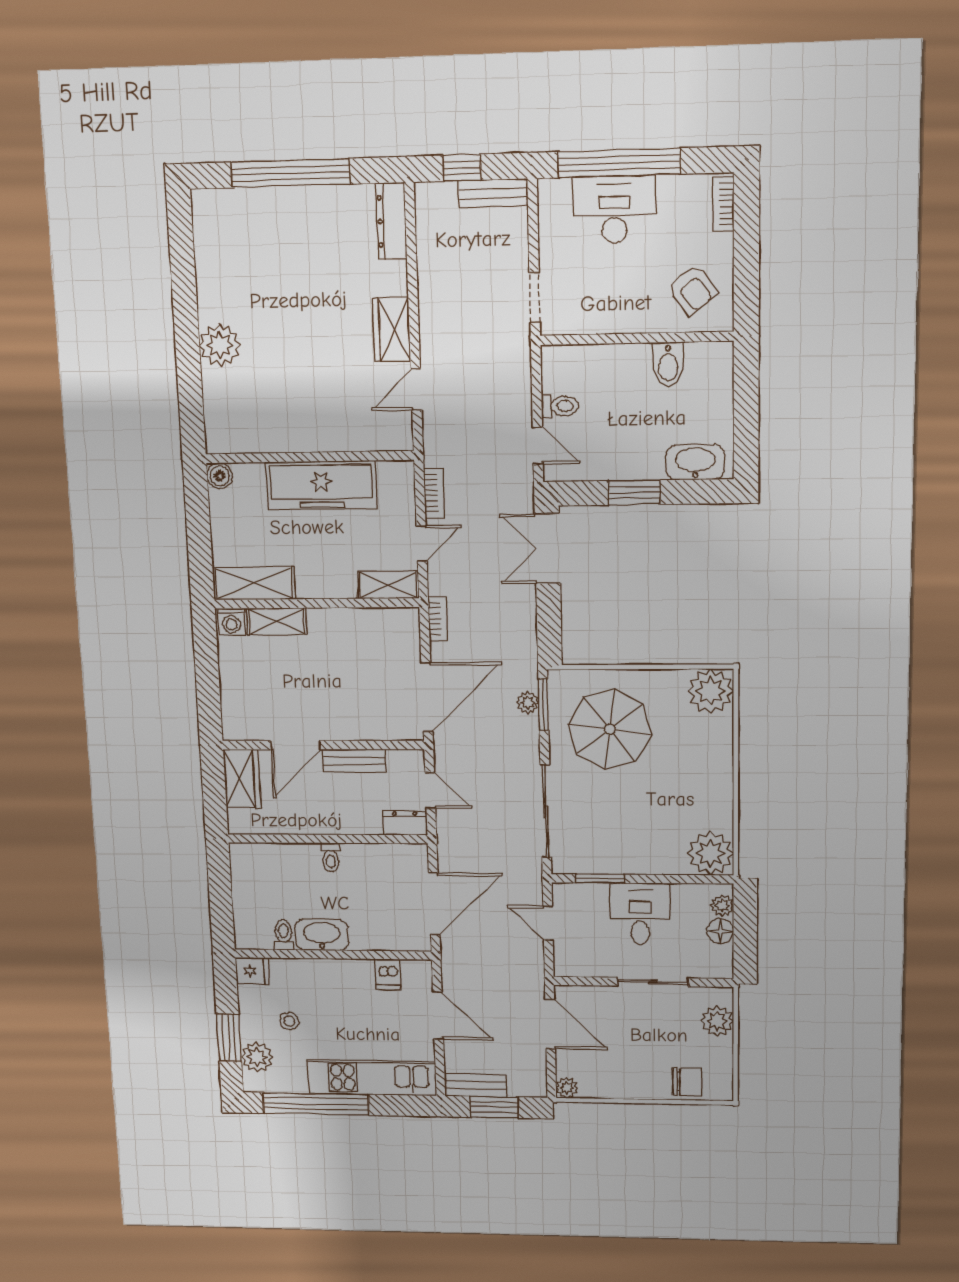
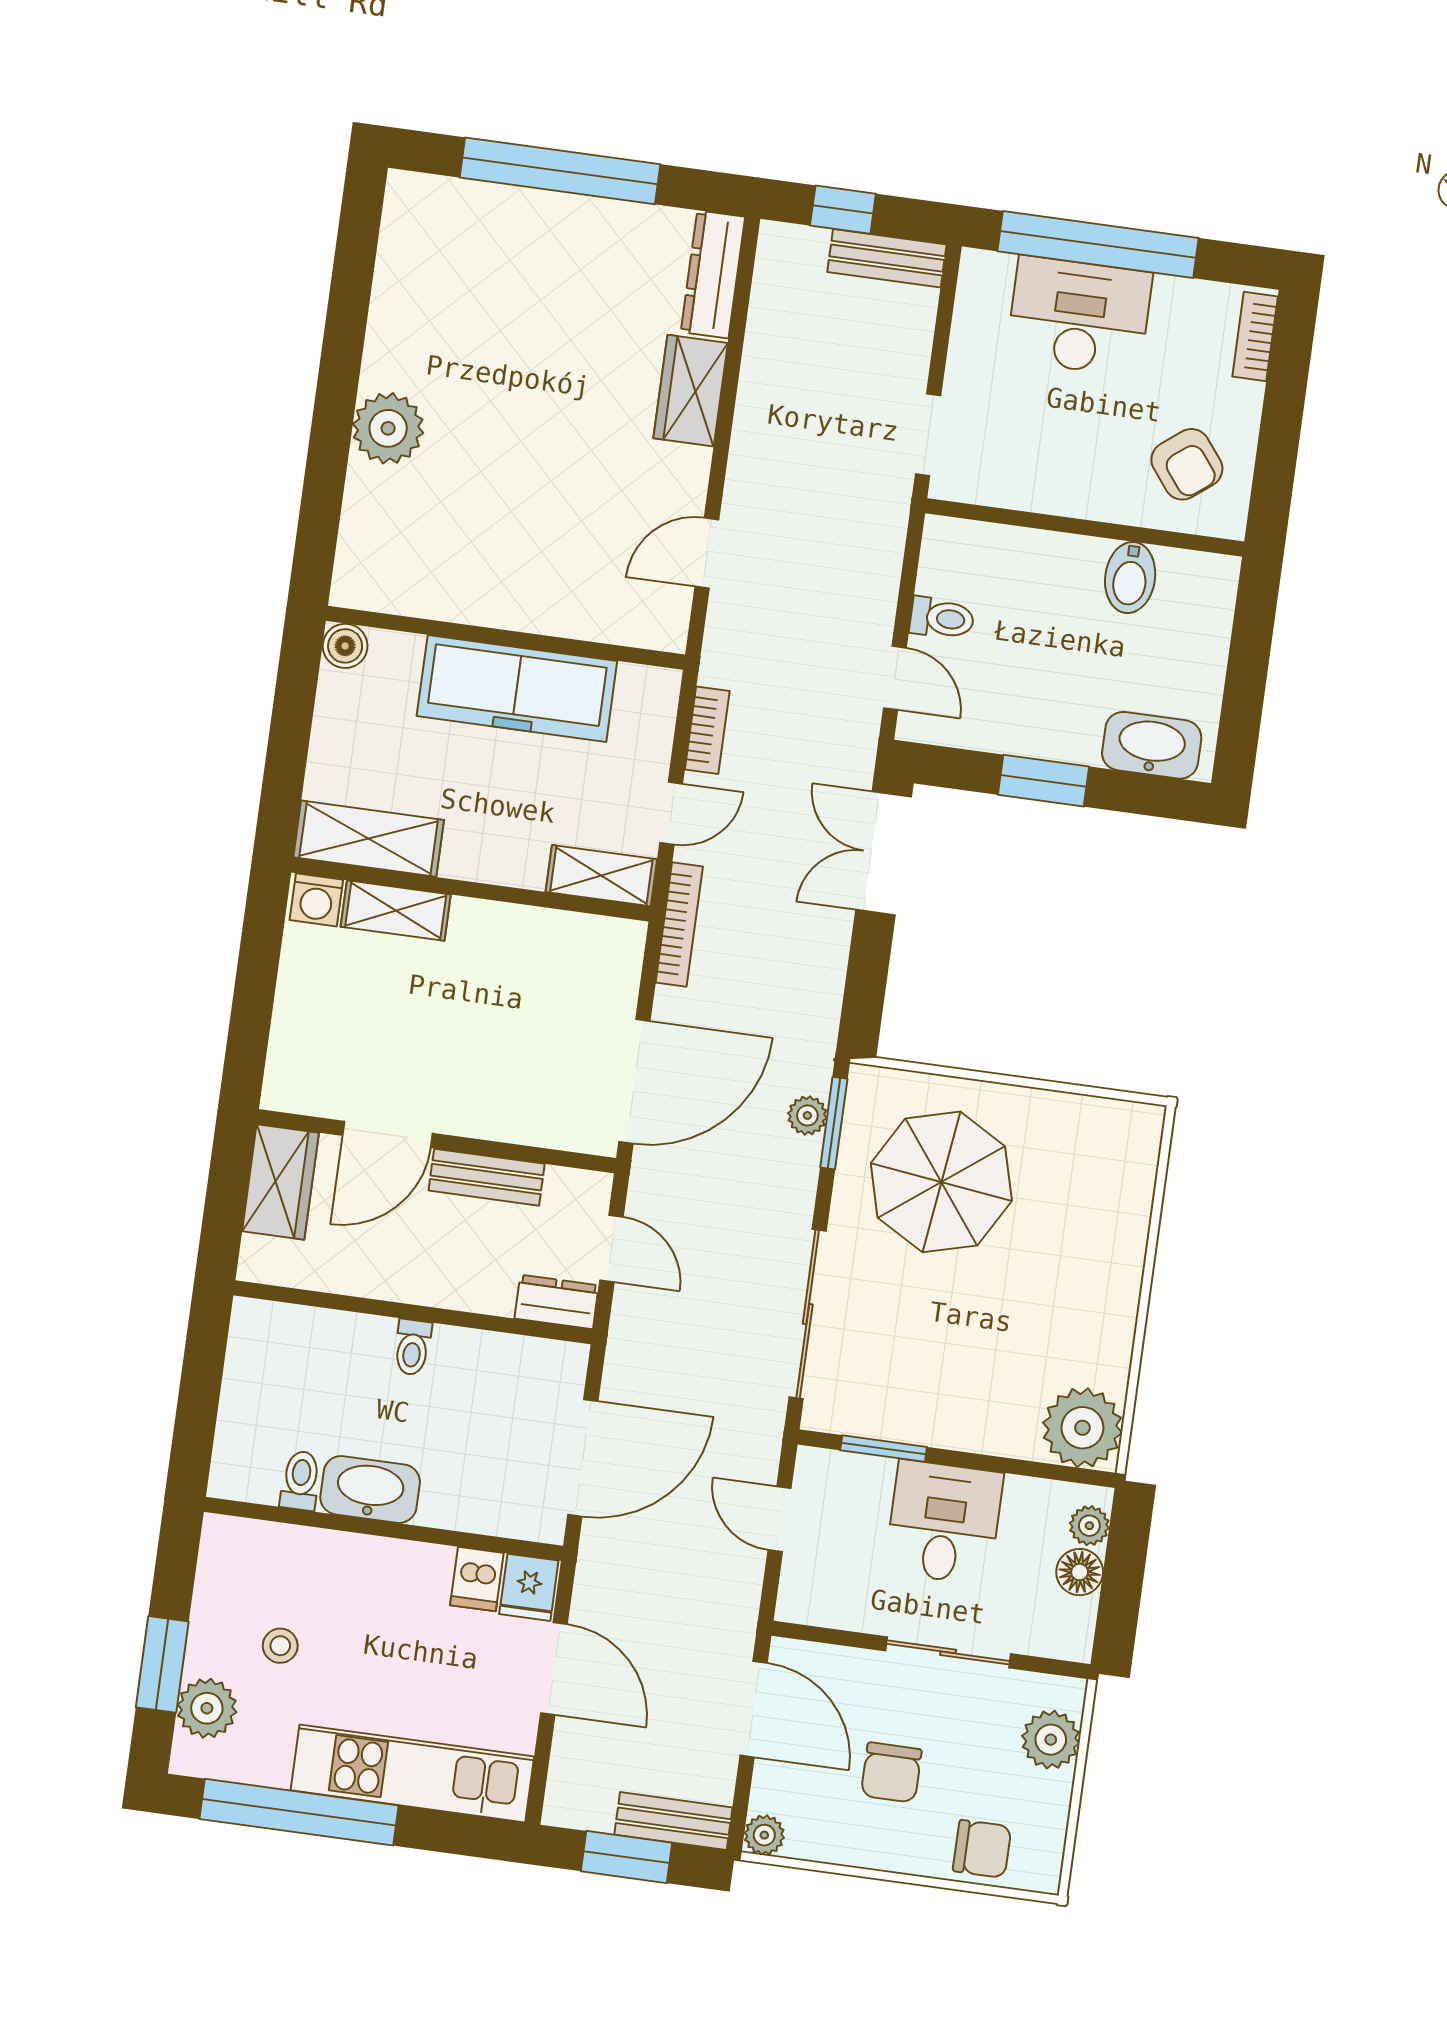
wardrobe: (392, 329) -> (691, 391), moved
bookcase: (438, 619) -> (679, 925), width x1.56
plant: (711, 691) -> (1123, 1139), removed
fridge: (252, 971) -> (529, 1587), moved, turned 90
chair: (631, 1048) -> (891, 1772), added
bench: (475, 1085) -> (673, 1821), moved

